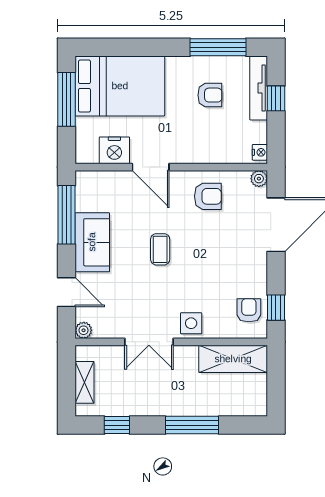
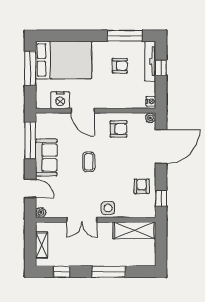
armchair: (249, 310) -> (142, 186), moved

